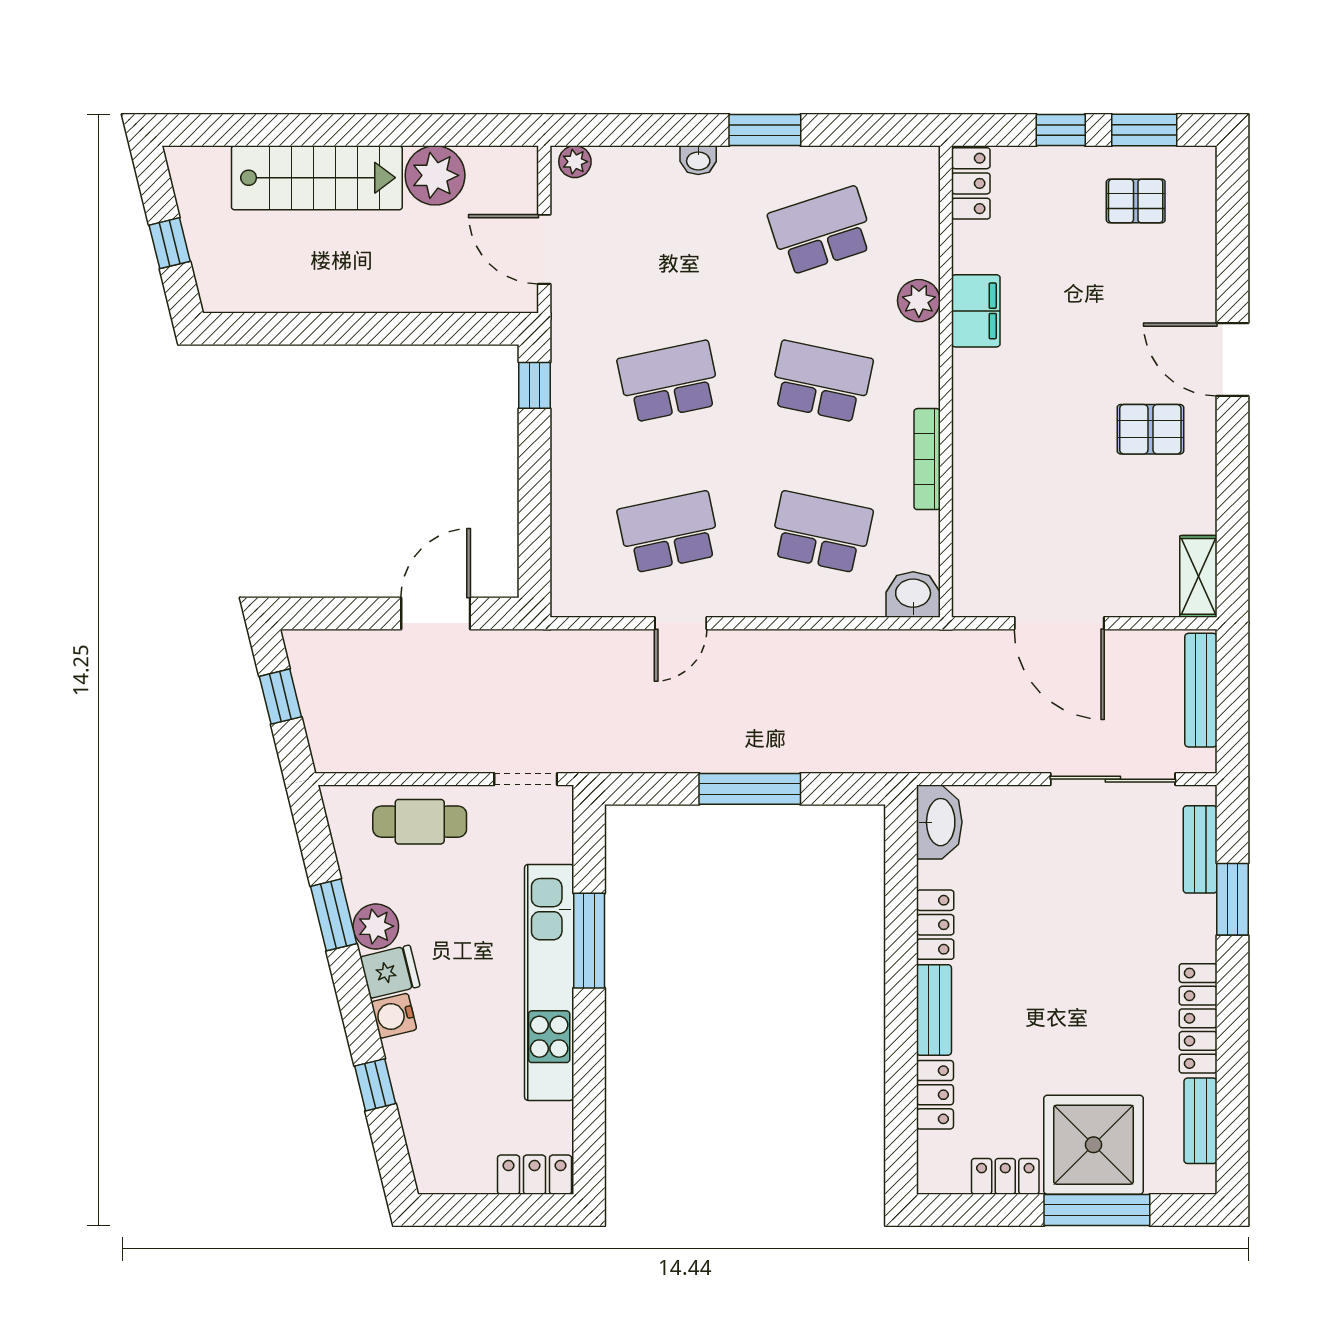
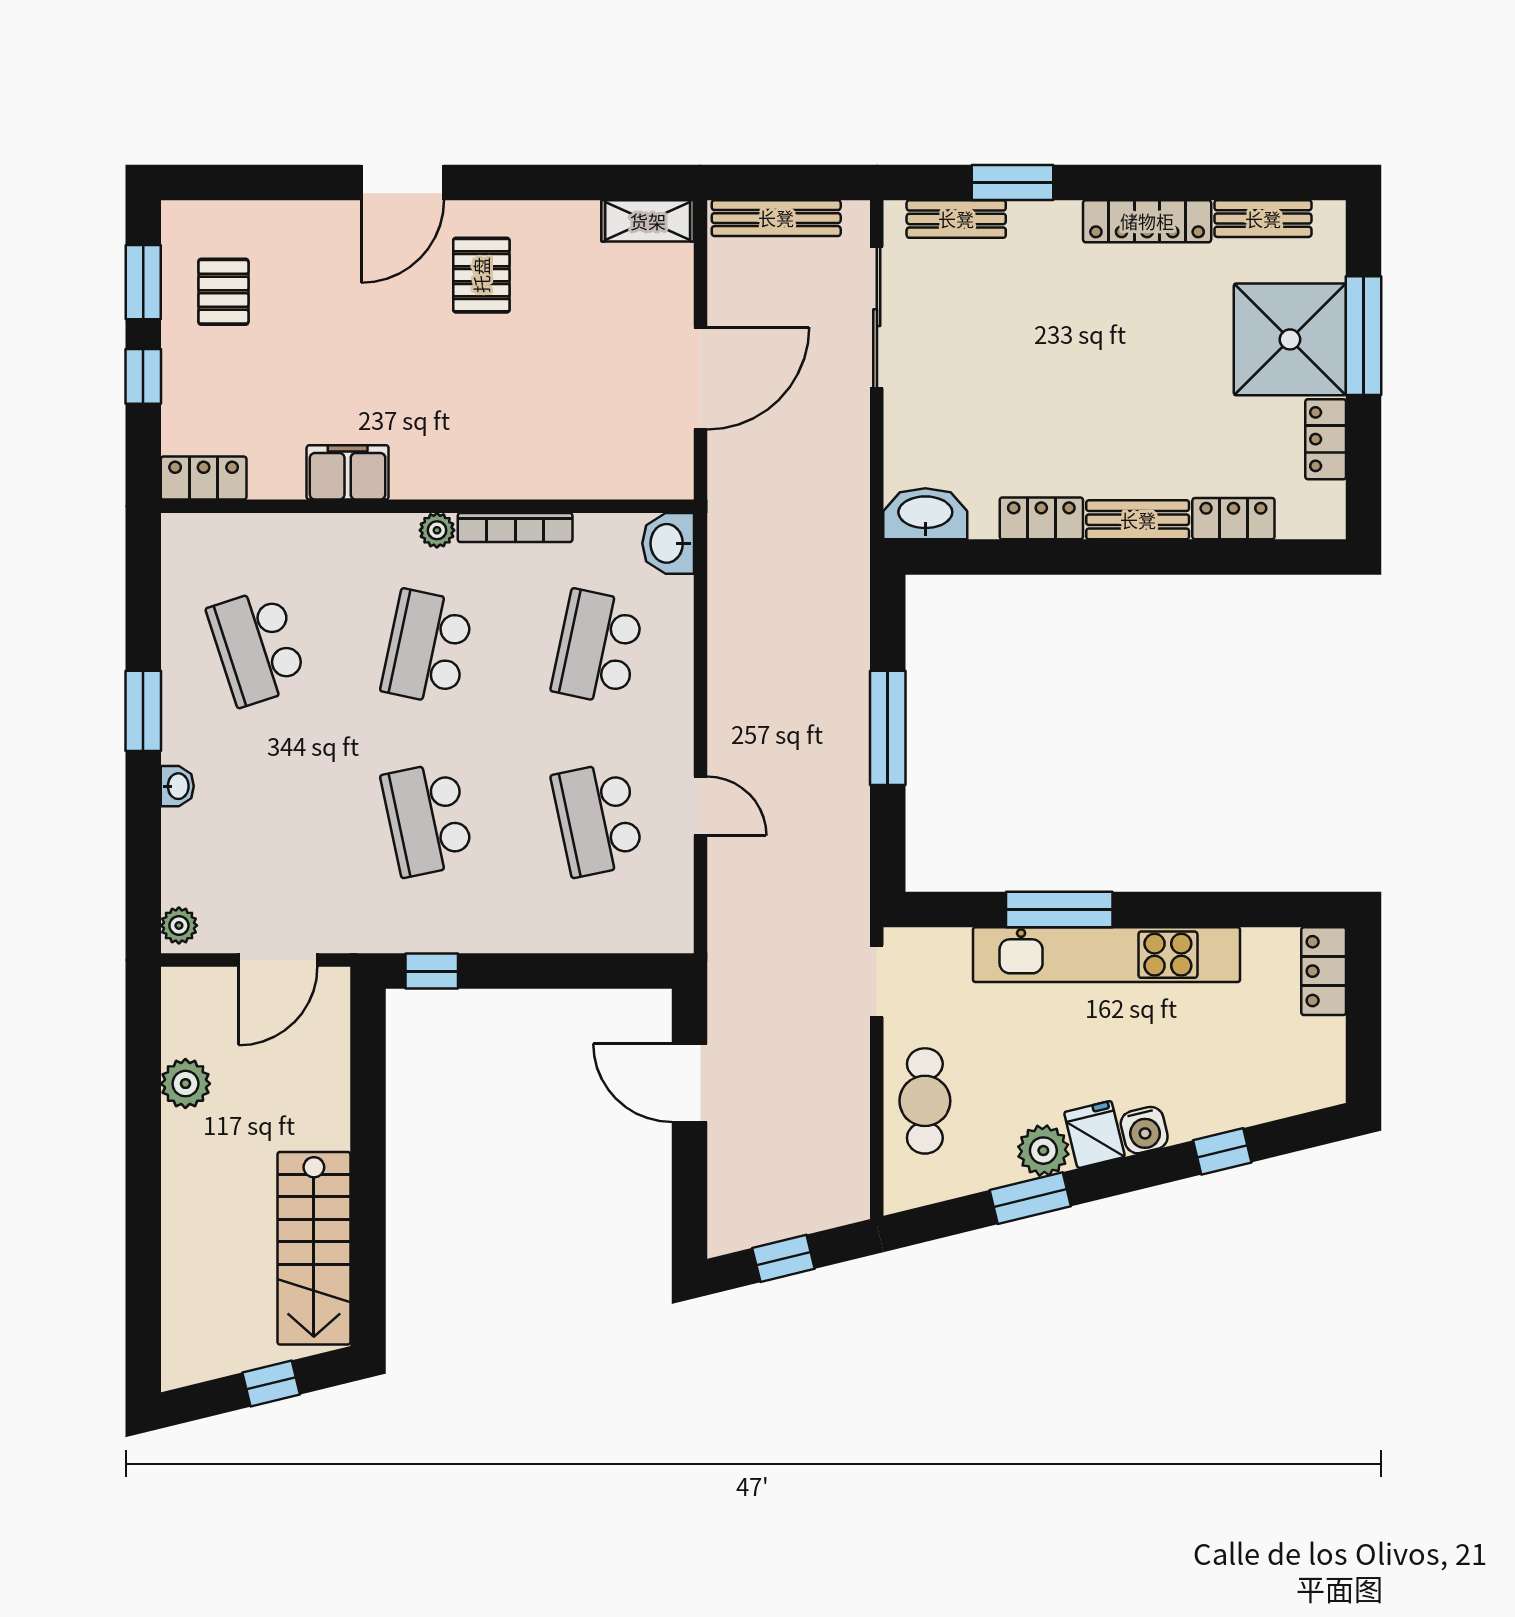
plant: (435, 175) -> (185, 1084), width x0.73, depth x0.73
stairs: (317, 178) -> (314, 1248), moved, turned 180
plant: (919, 301) -> (437, 530), moved, width x0.73, depth x0.73

